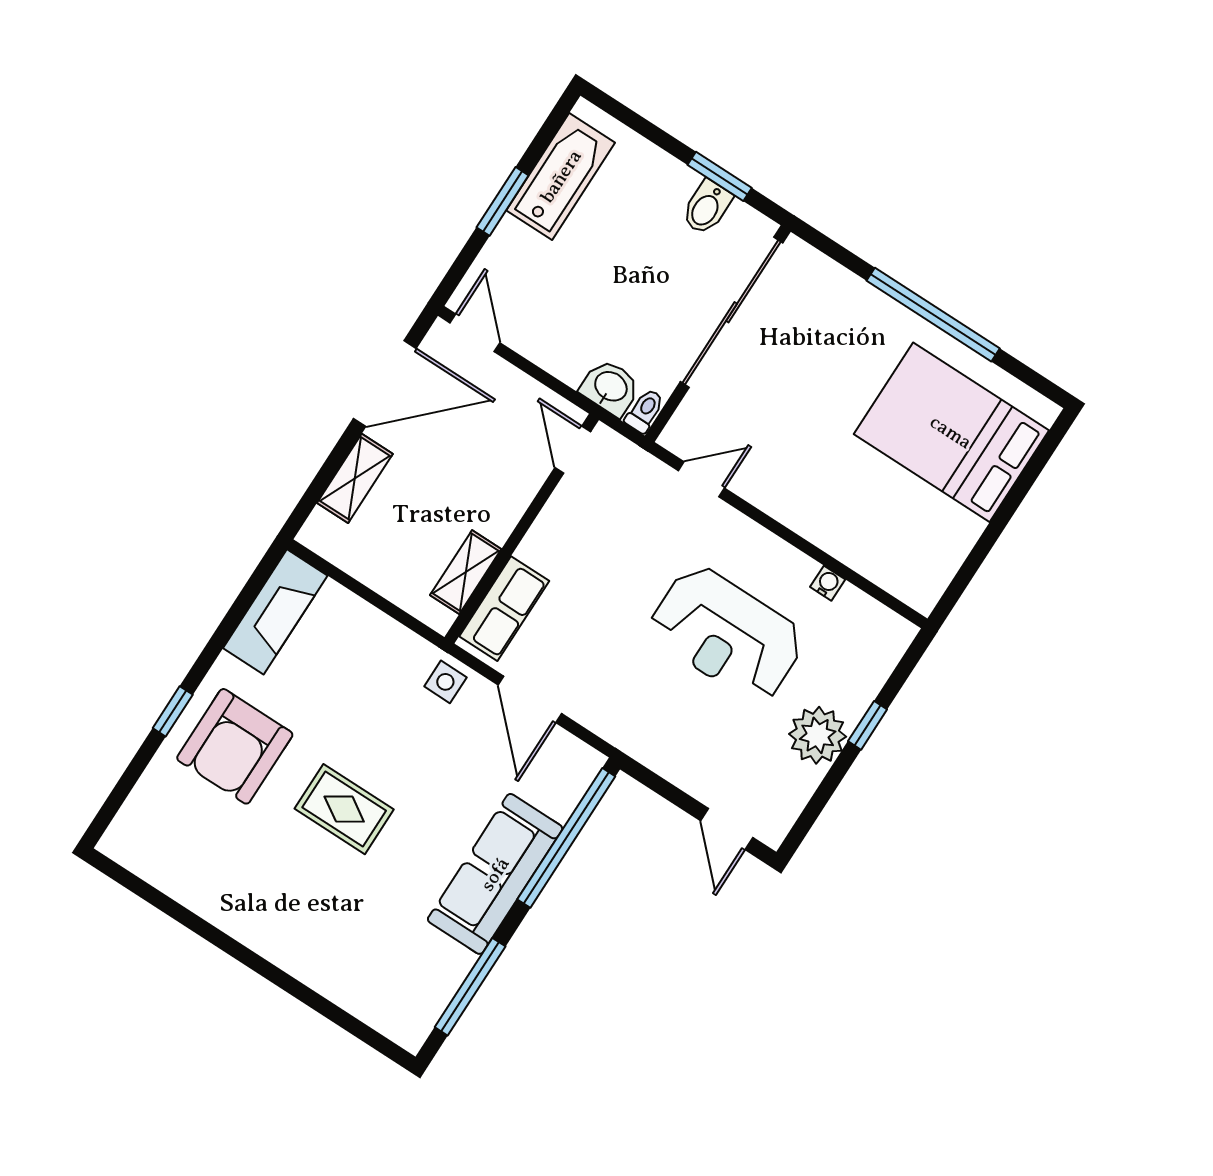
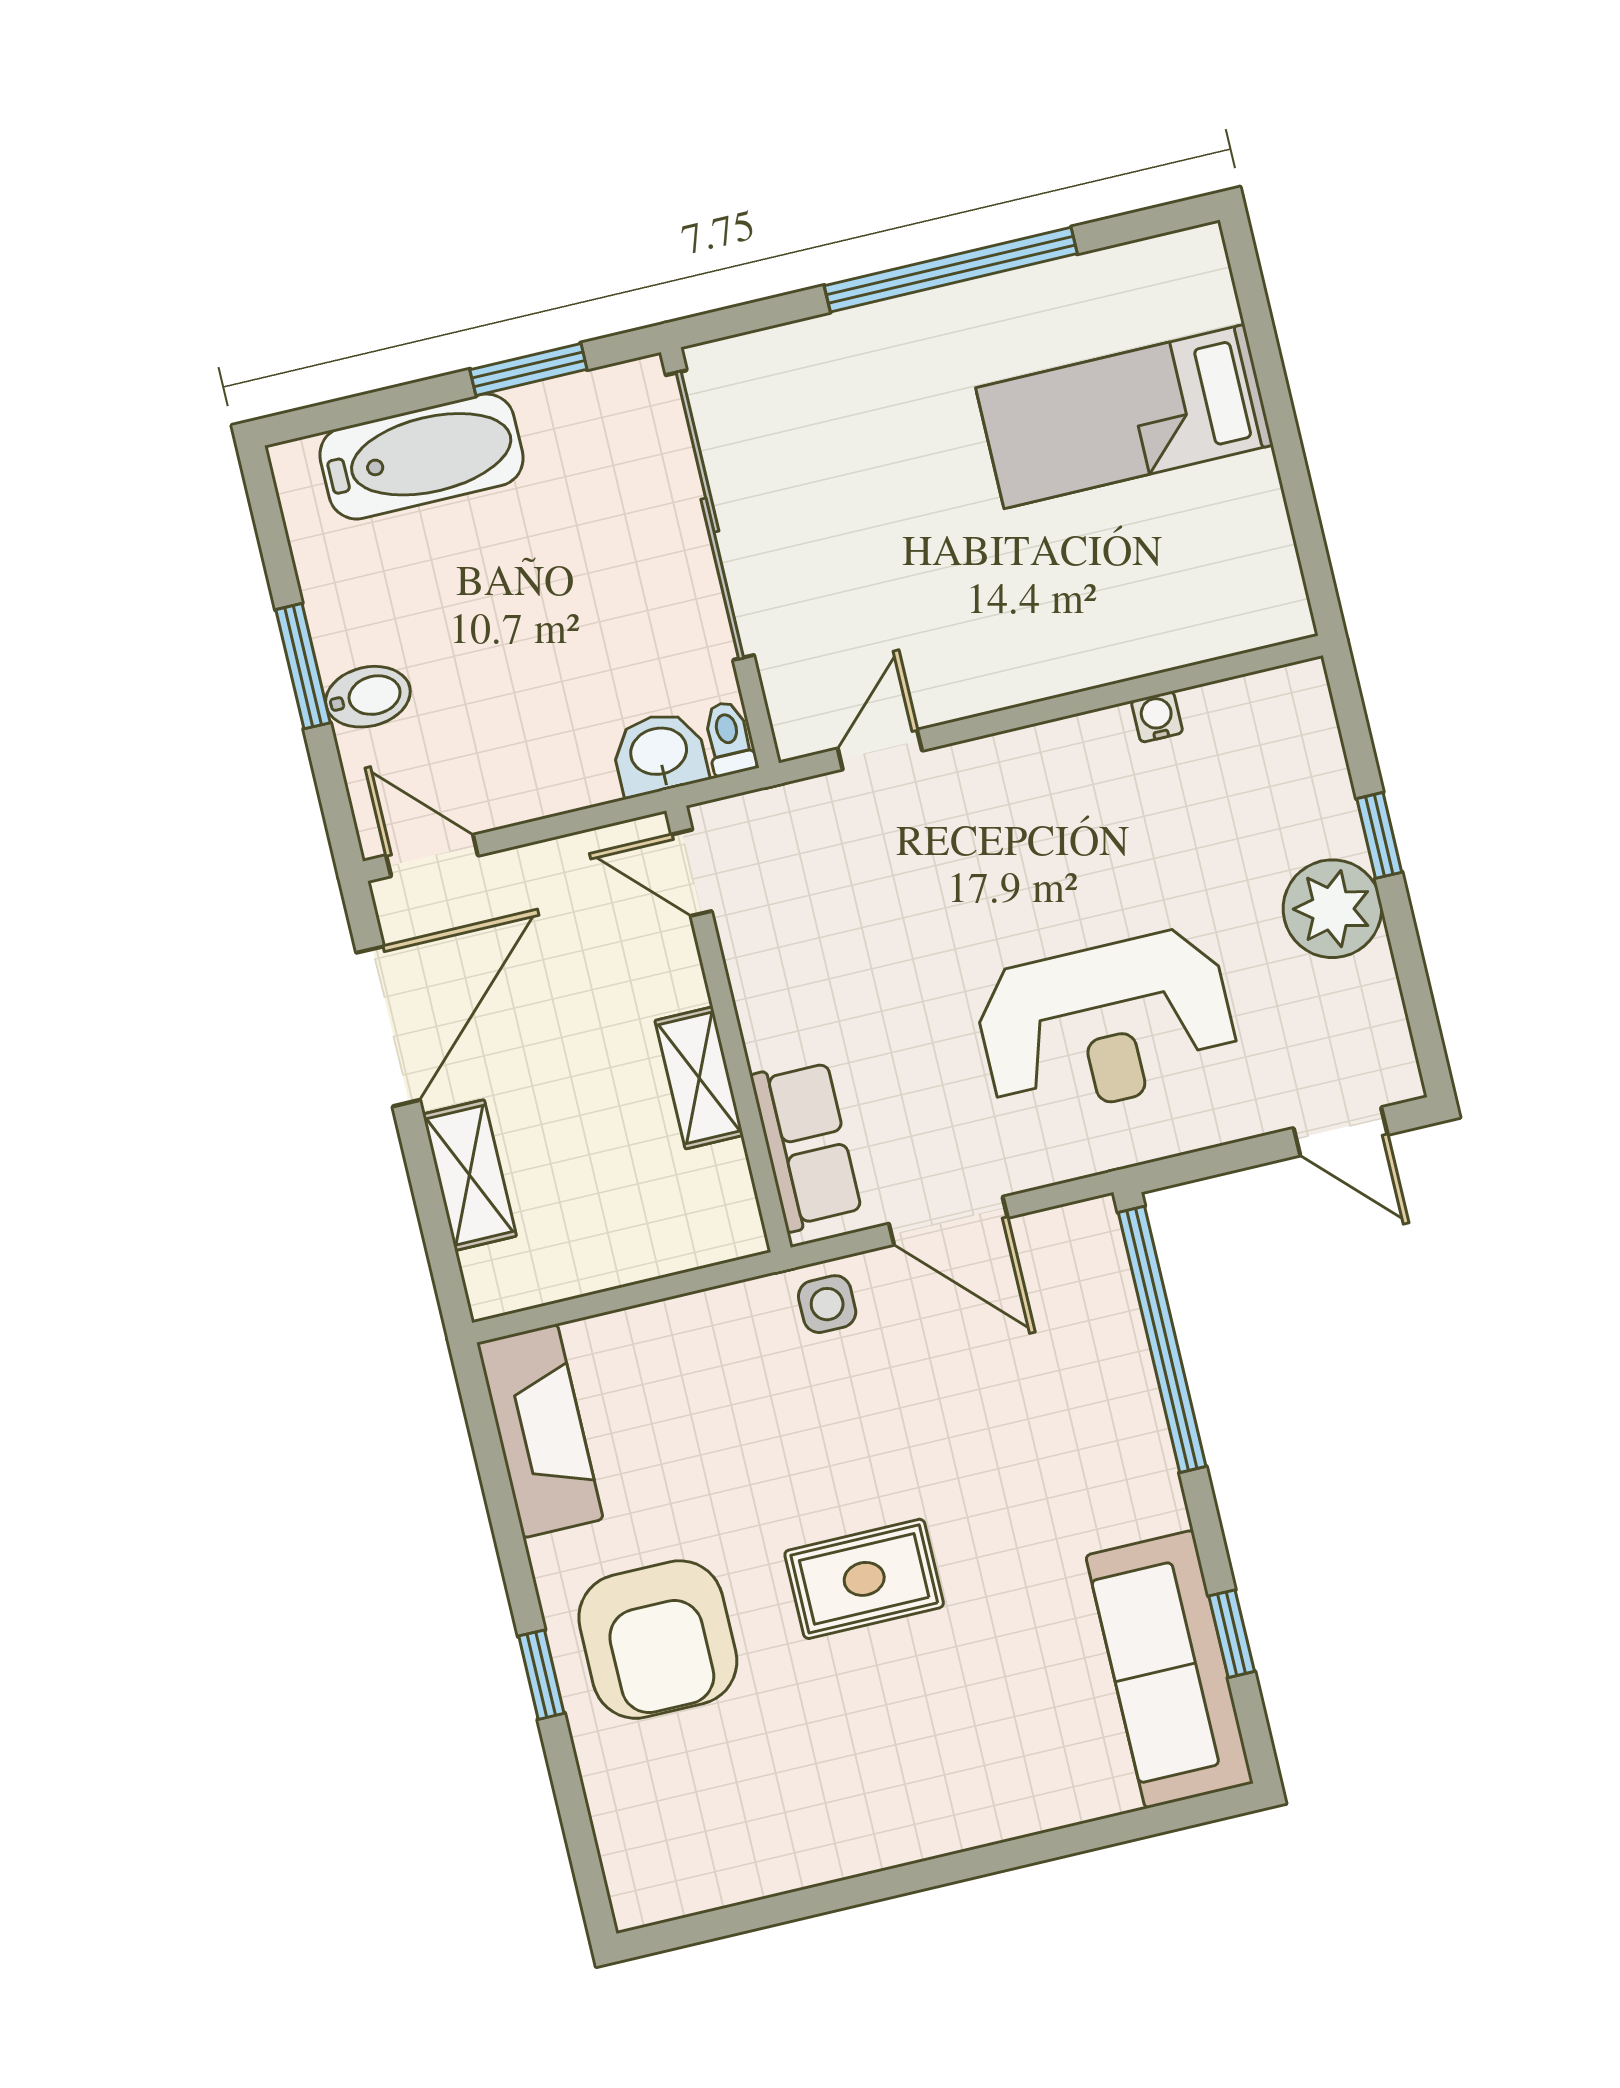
bathtub: (561, 176) -> (422, 457), moved, turned 90
bidet: (707, 207) -> (368, 697), moved, turned -90
bed: (951, 432) -> (1124, 416), width x0.67
shelving: (466, 572) -> (699, 1078), moved
reception desk: (727, 634) -> (1106, 1024), moved
sofa: (495, 874) -> (1169, 1669), moved
window: (470, 987) -> (1232, 1634), width x0.46

